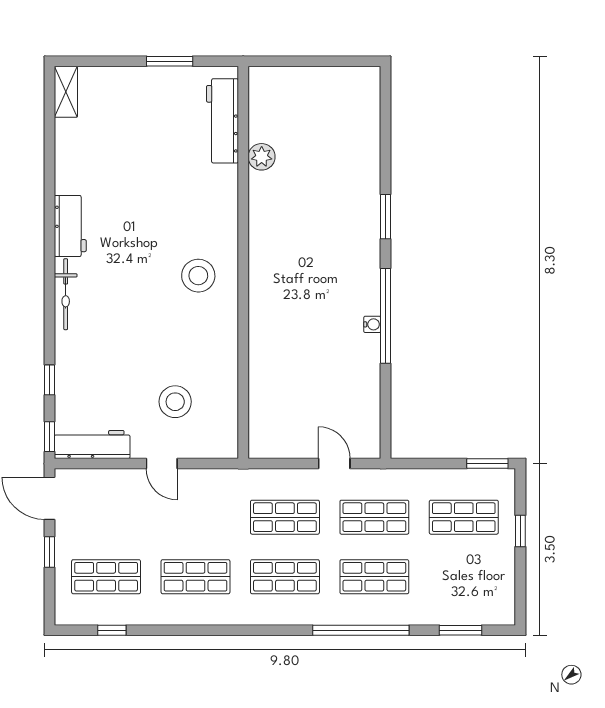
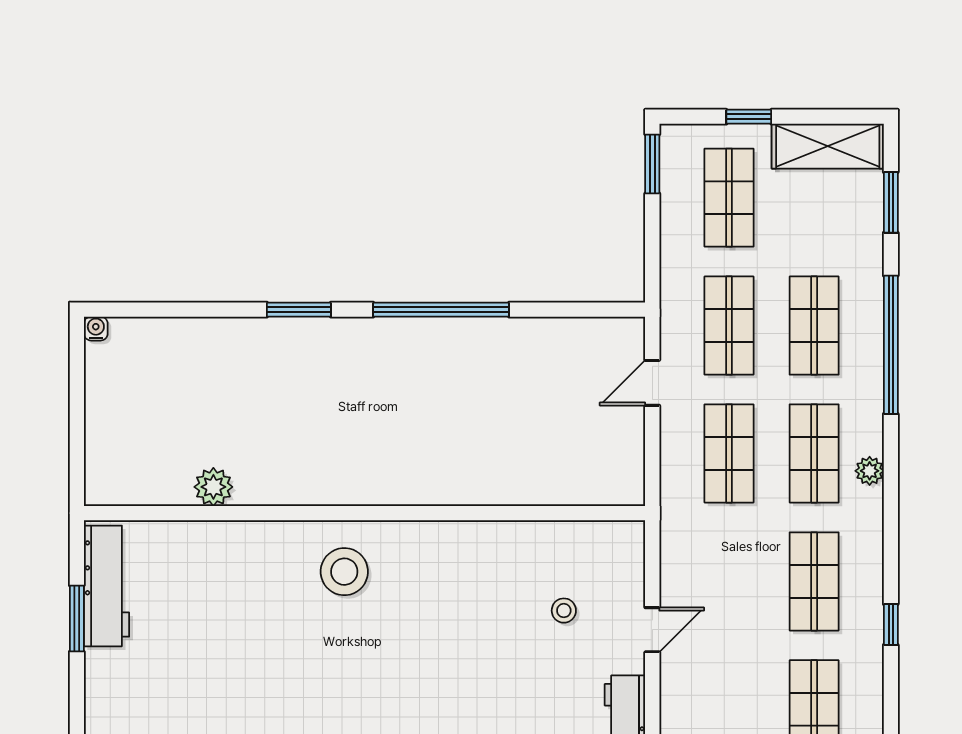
workbench: (222, 121) -> (107, 586), moved, turned -90
stool: (198, 276) -> (344, 572), moved
water cooler: (372, 324) -> (96, 329), moved
stool: (175, 402) -> (564, 611), width x0.53, depth x0.53
shelving: (500, 586) -> (828, 146), added
plant: (273, 615) -> (870, 471), added
window: (112, 630) -> (891, 625), moved

